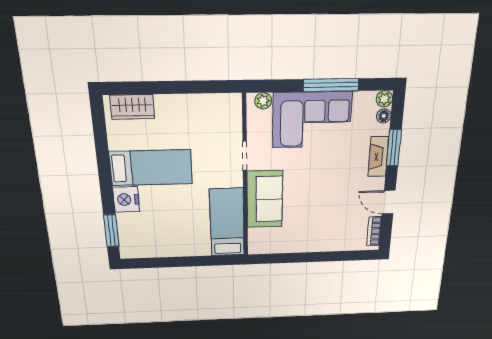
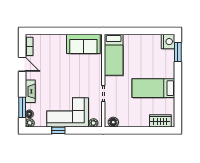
window: (331, 85) -> (58, 130), width x0.46
floor lamp: (225, 103) -> (113, 122), added
window: (394, 148) -> (22, 107), moved
sofa: (265, 199) -> (83, 44), moved, turned -90
nightstand: (126, 200) -> (168, 42), moved

